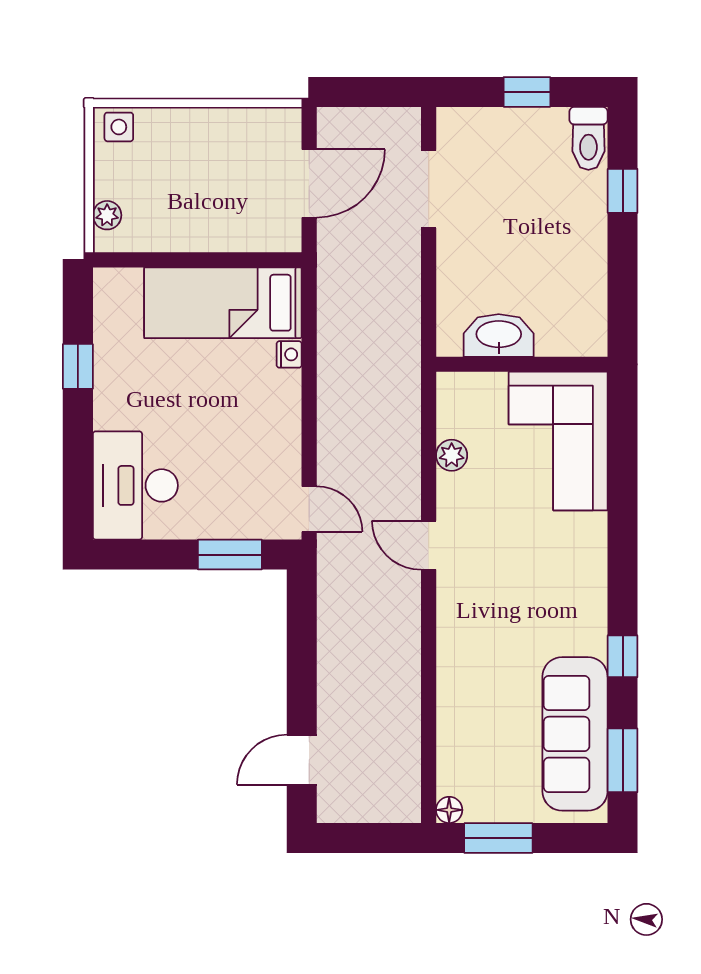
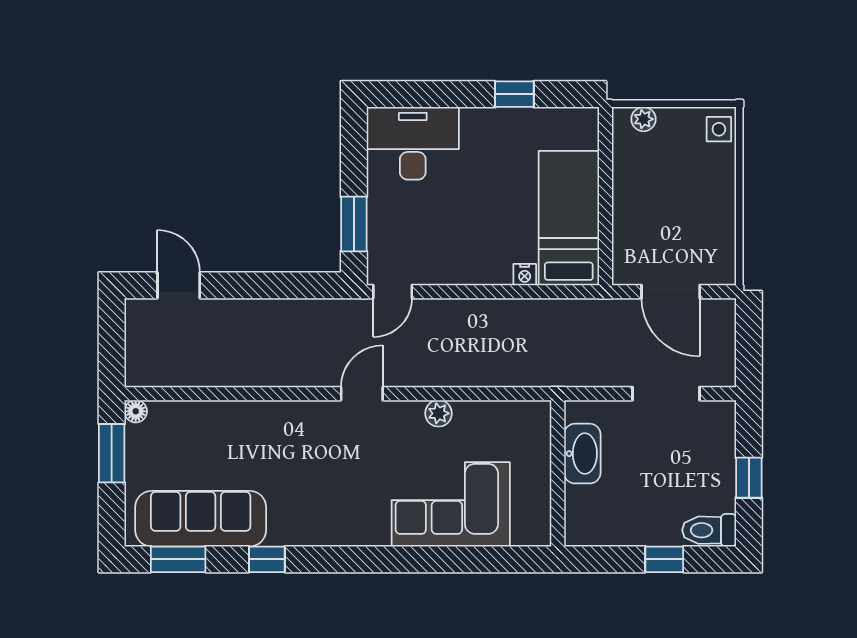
washbasin: (499, 335) -> (582, 454), moved
wall: (522, 364) -> (558, 473), moved

